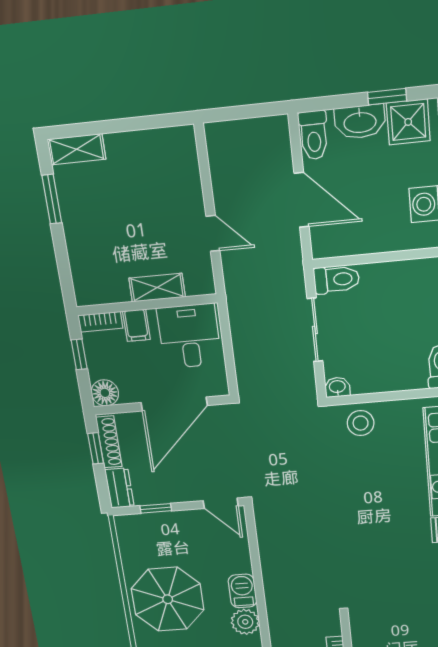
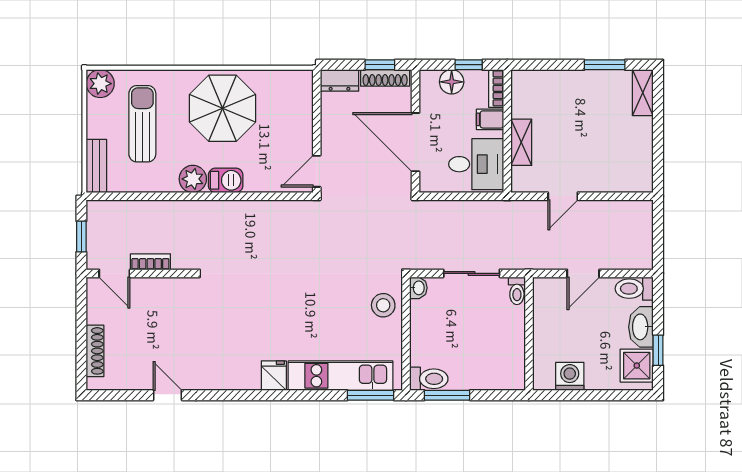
door: (302, 200) -> (583, 273), width x0.73
toilet: (337, 279) -> (517, 291), width x0.73, depth x0.72
floor lamp: (105, 393) -> (452, 82), moved
window: (156, 508) -> (317, 111), removed

